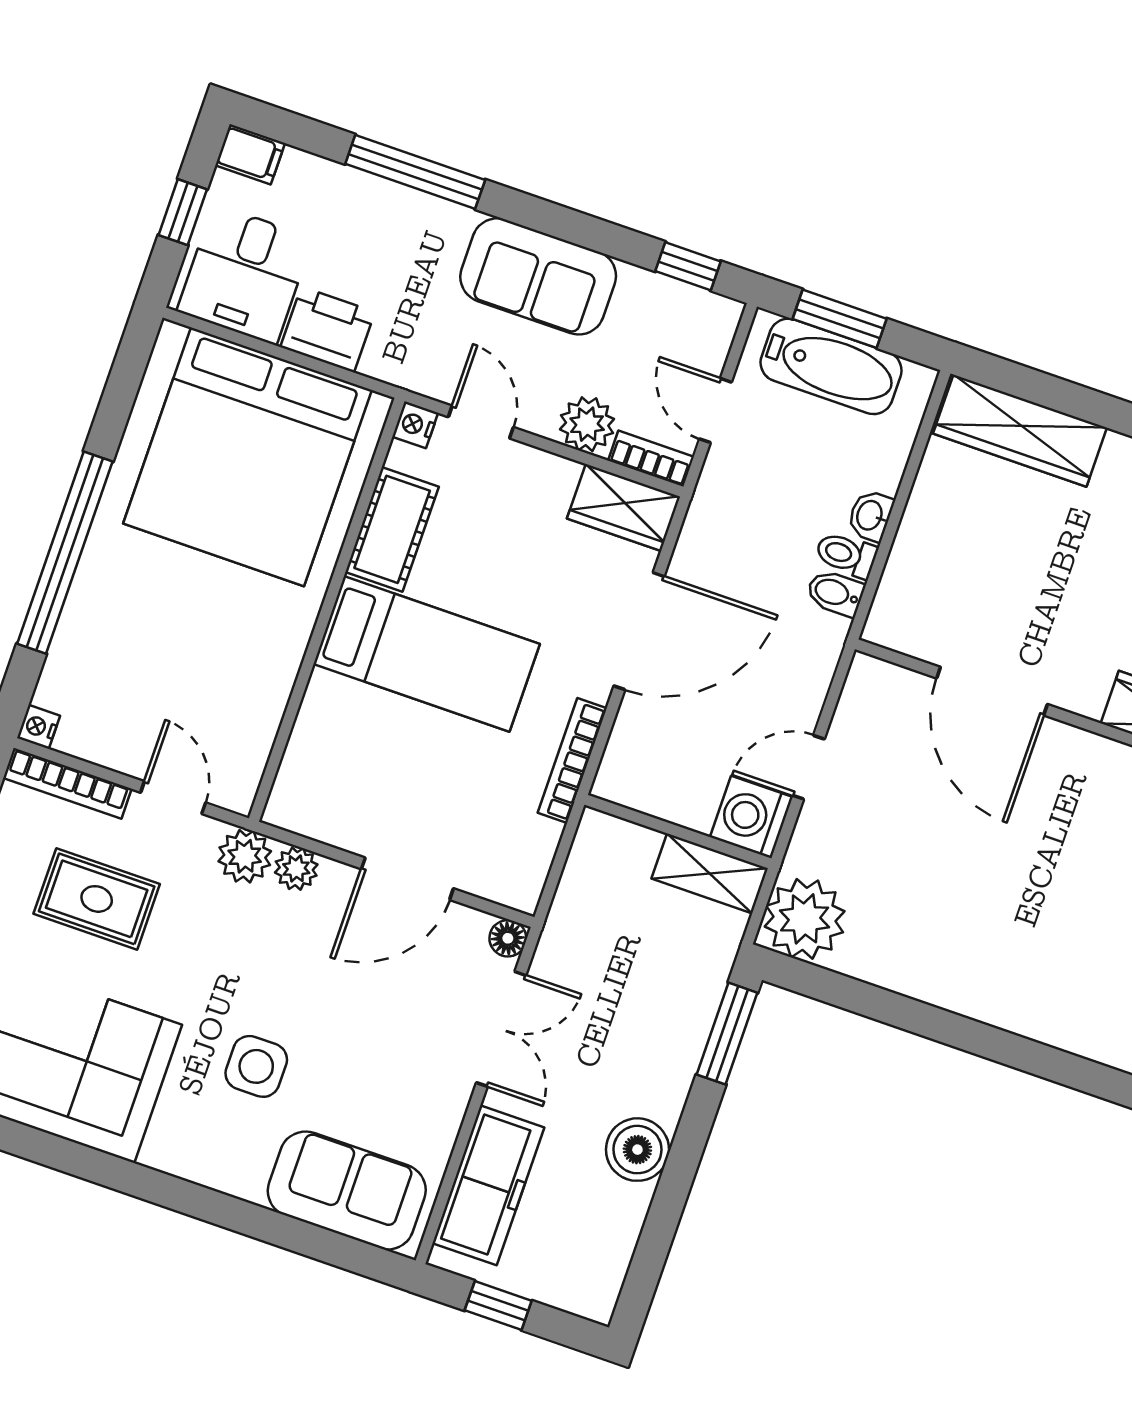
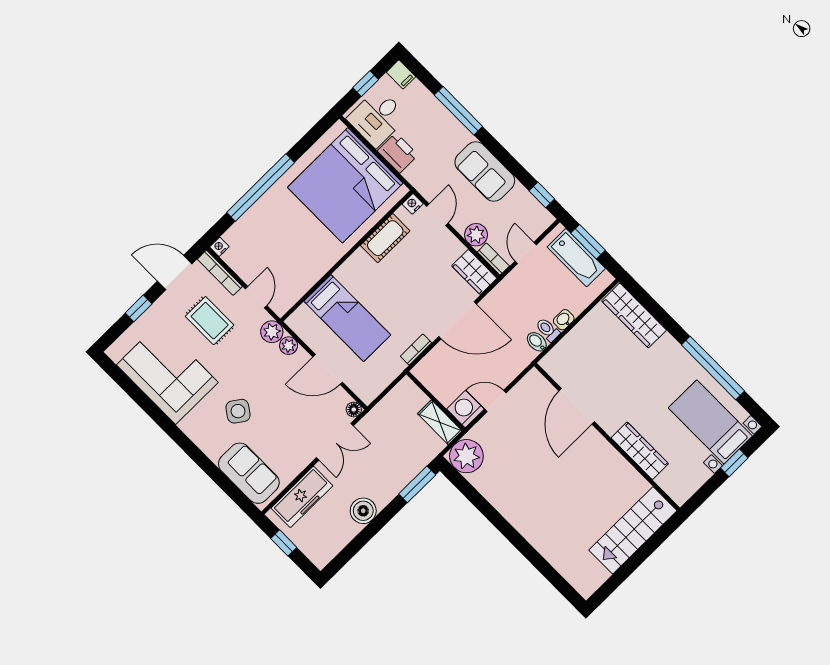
bed: (427, 654) -> (347, 318), moved
bookcase: (572, 761) -> (416, 349), width x0.64
side table: (256, 1066) -> (238, 411), turned 35

